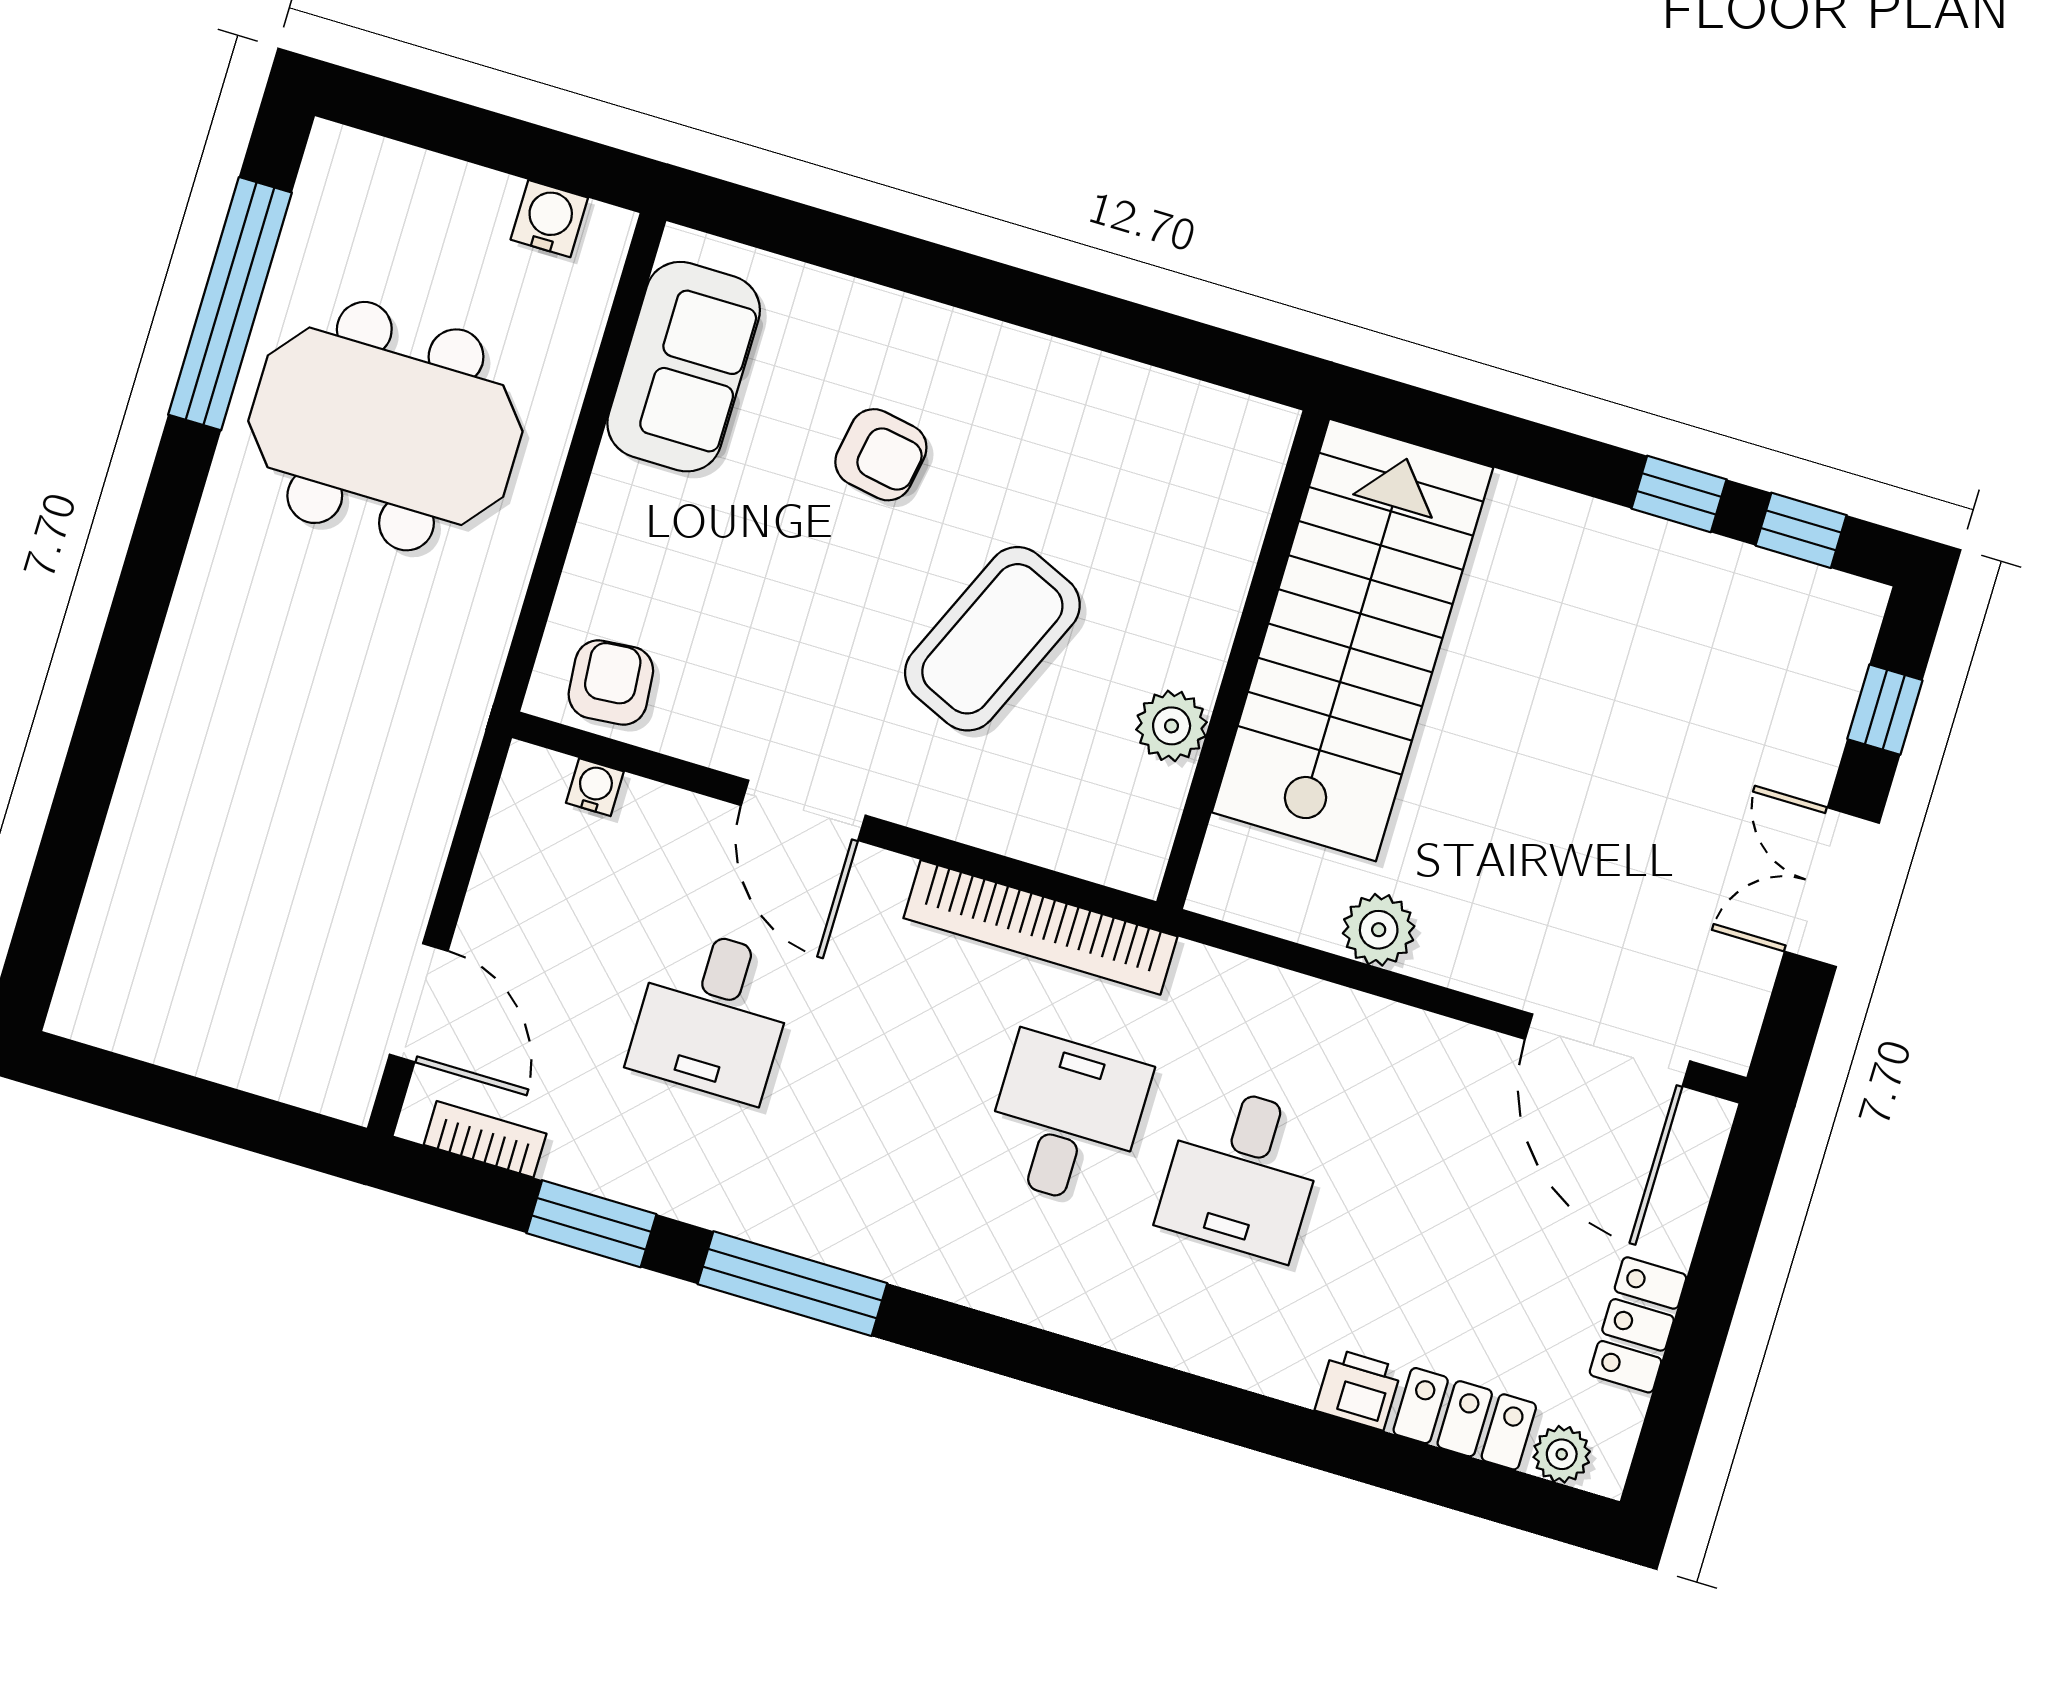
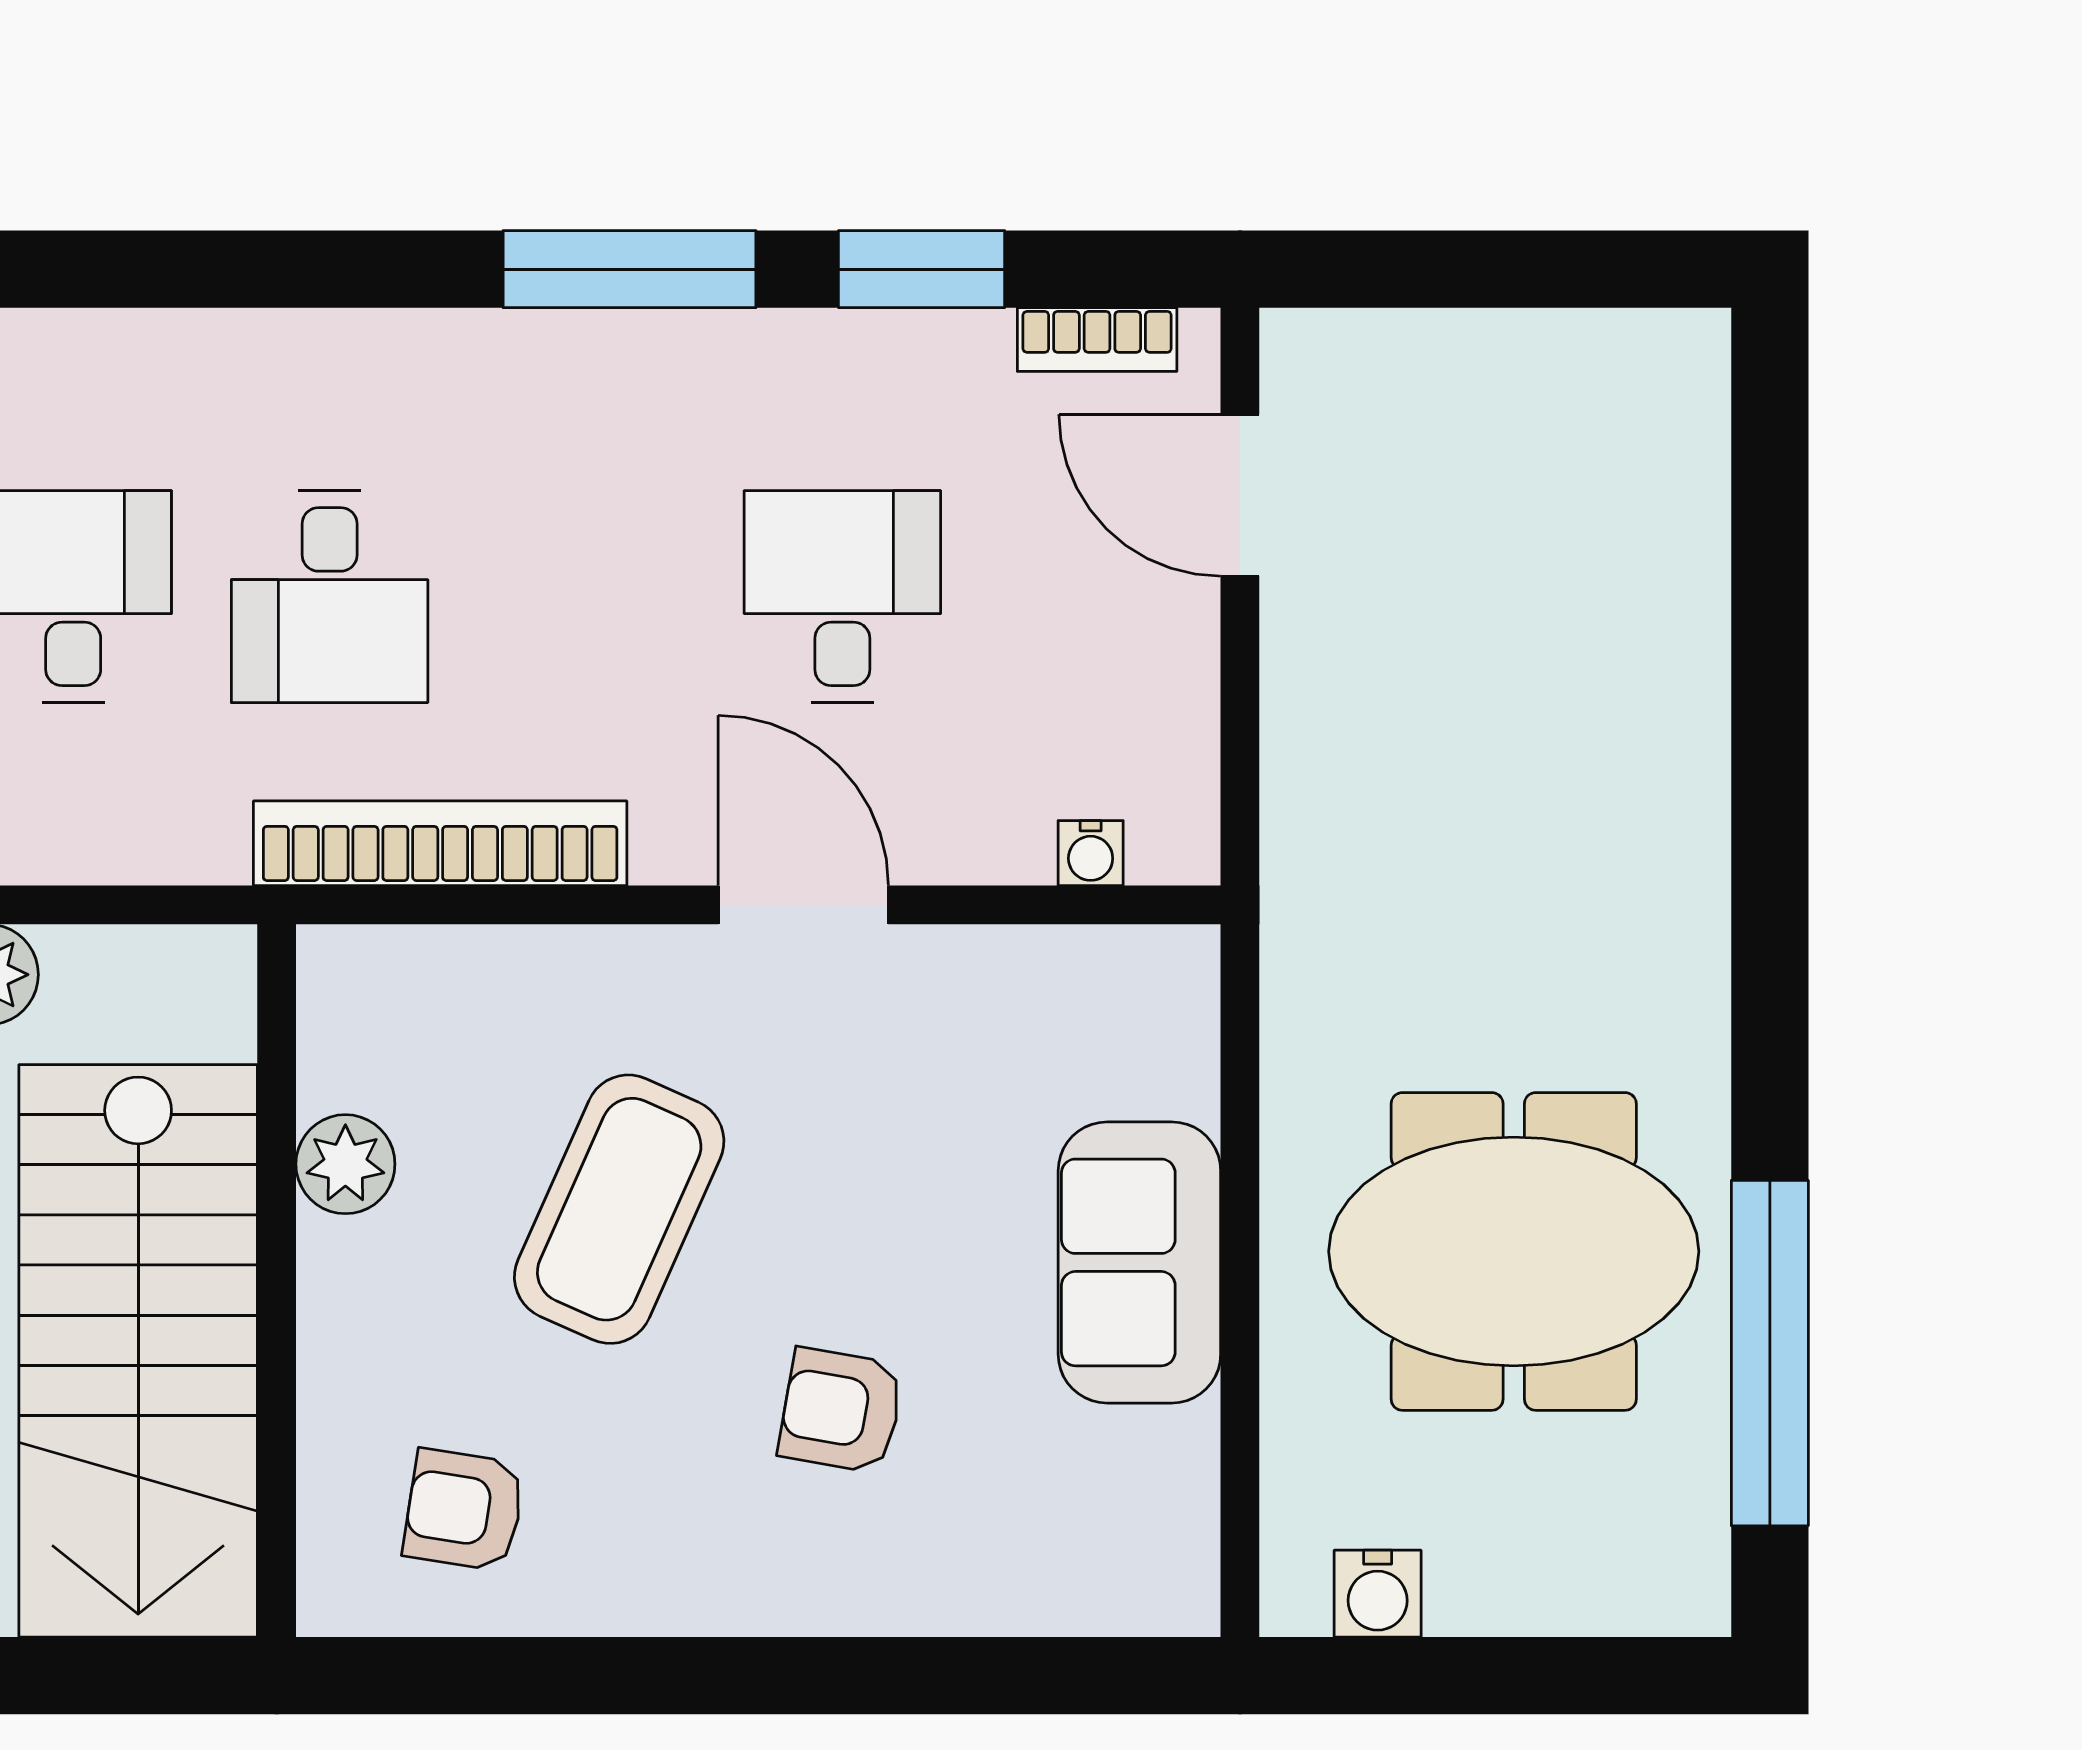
sofa: (684, 367) -> (1139, 1262), moved
armchair: (611, 682) -> (464, 1510), moved, turned 104

